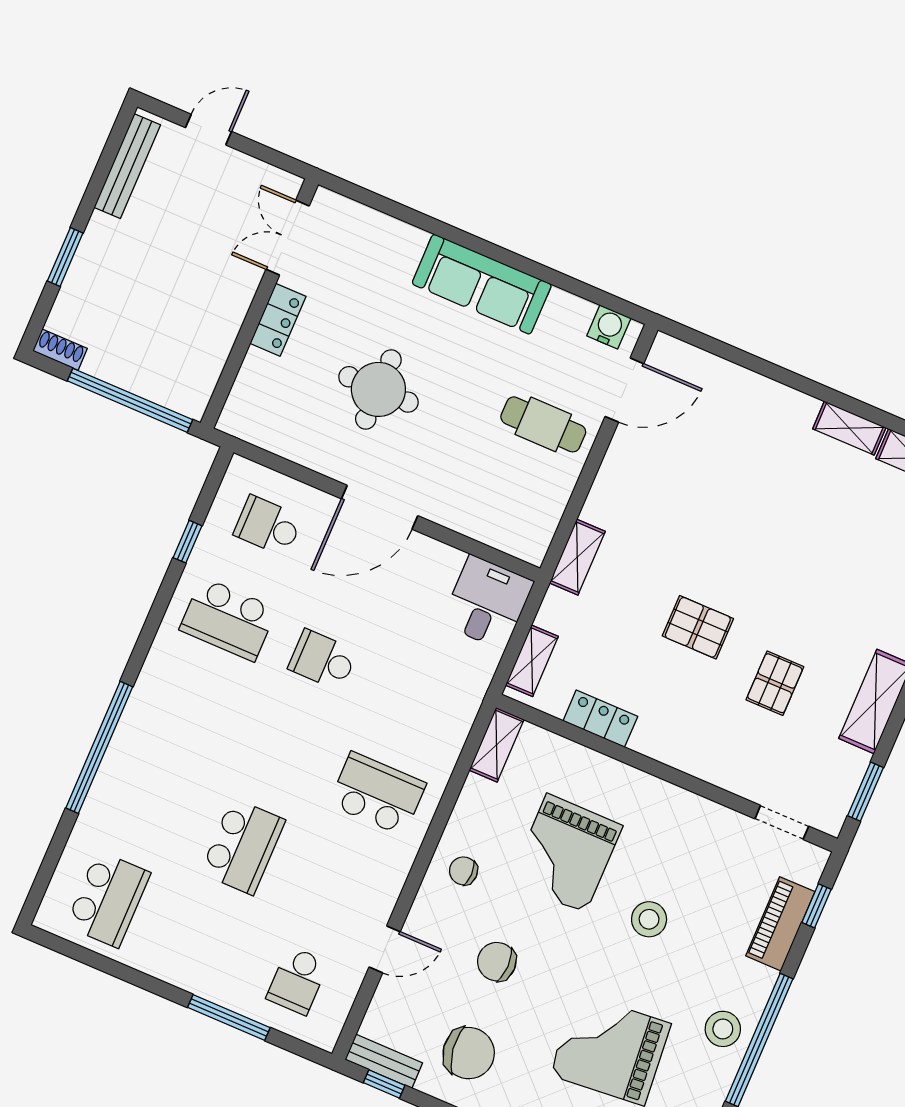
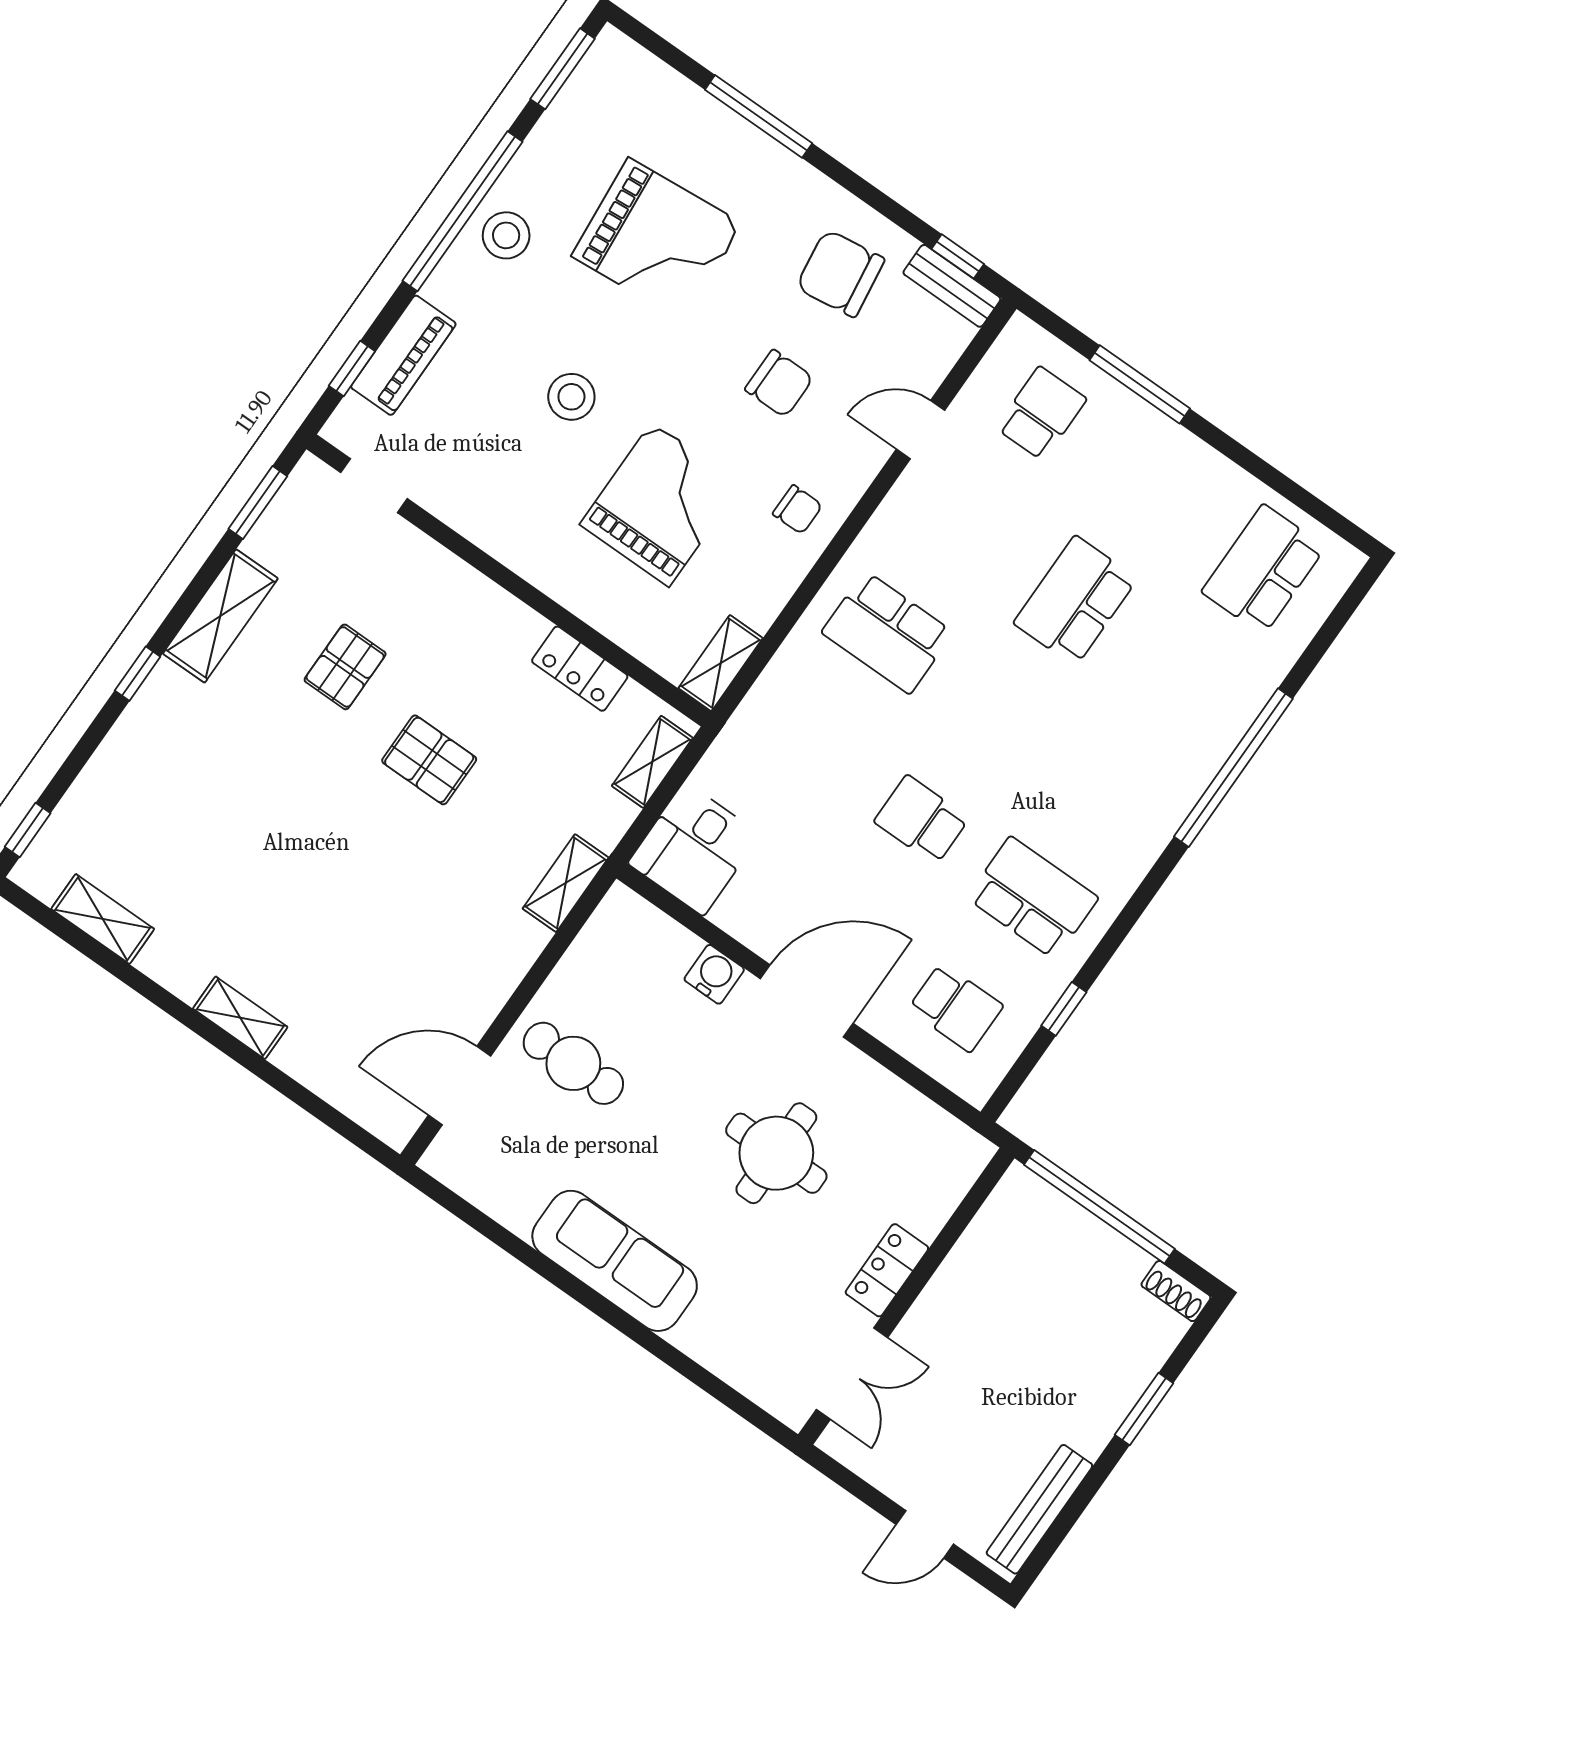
water cooler: (609, 327) -> (714, 974), moved, turned 180
shelving: (849, 428) -> (240, 1018), moved
school desk: (323, 660) -> (921, 820), turned 180

